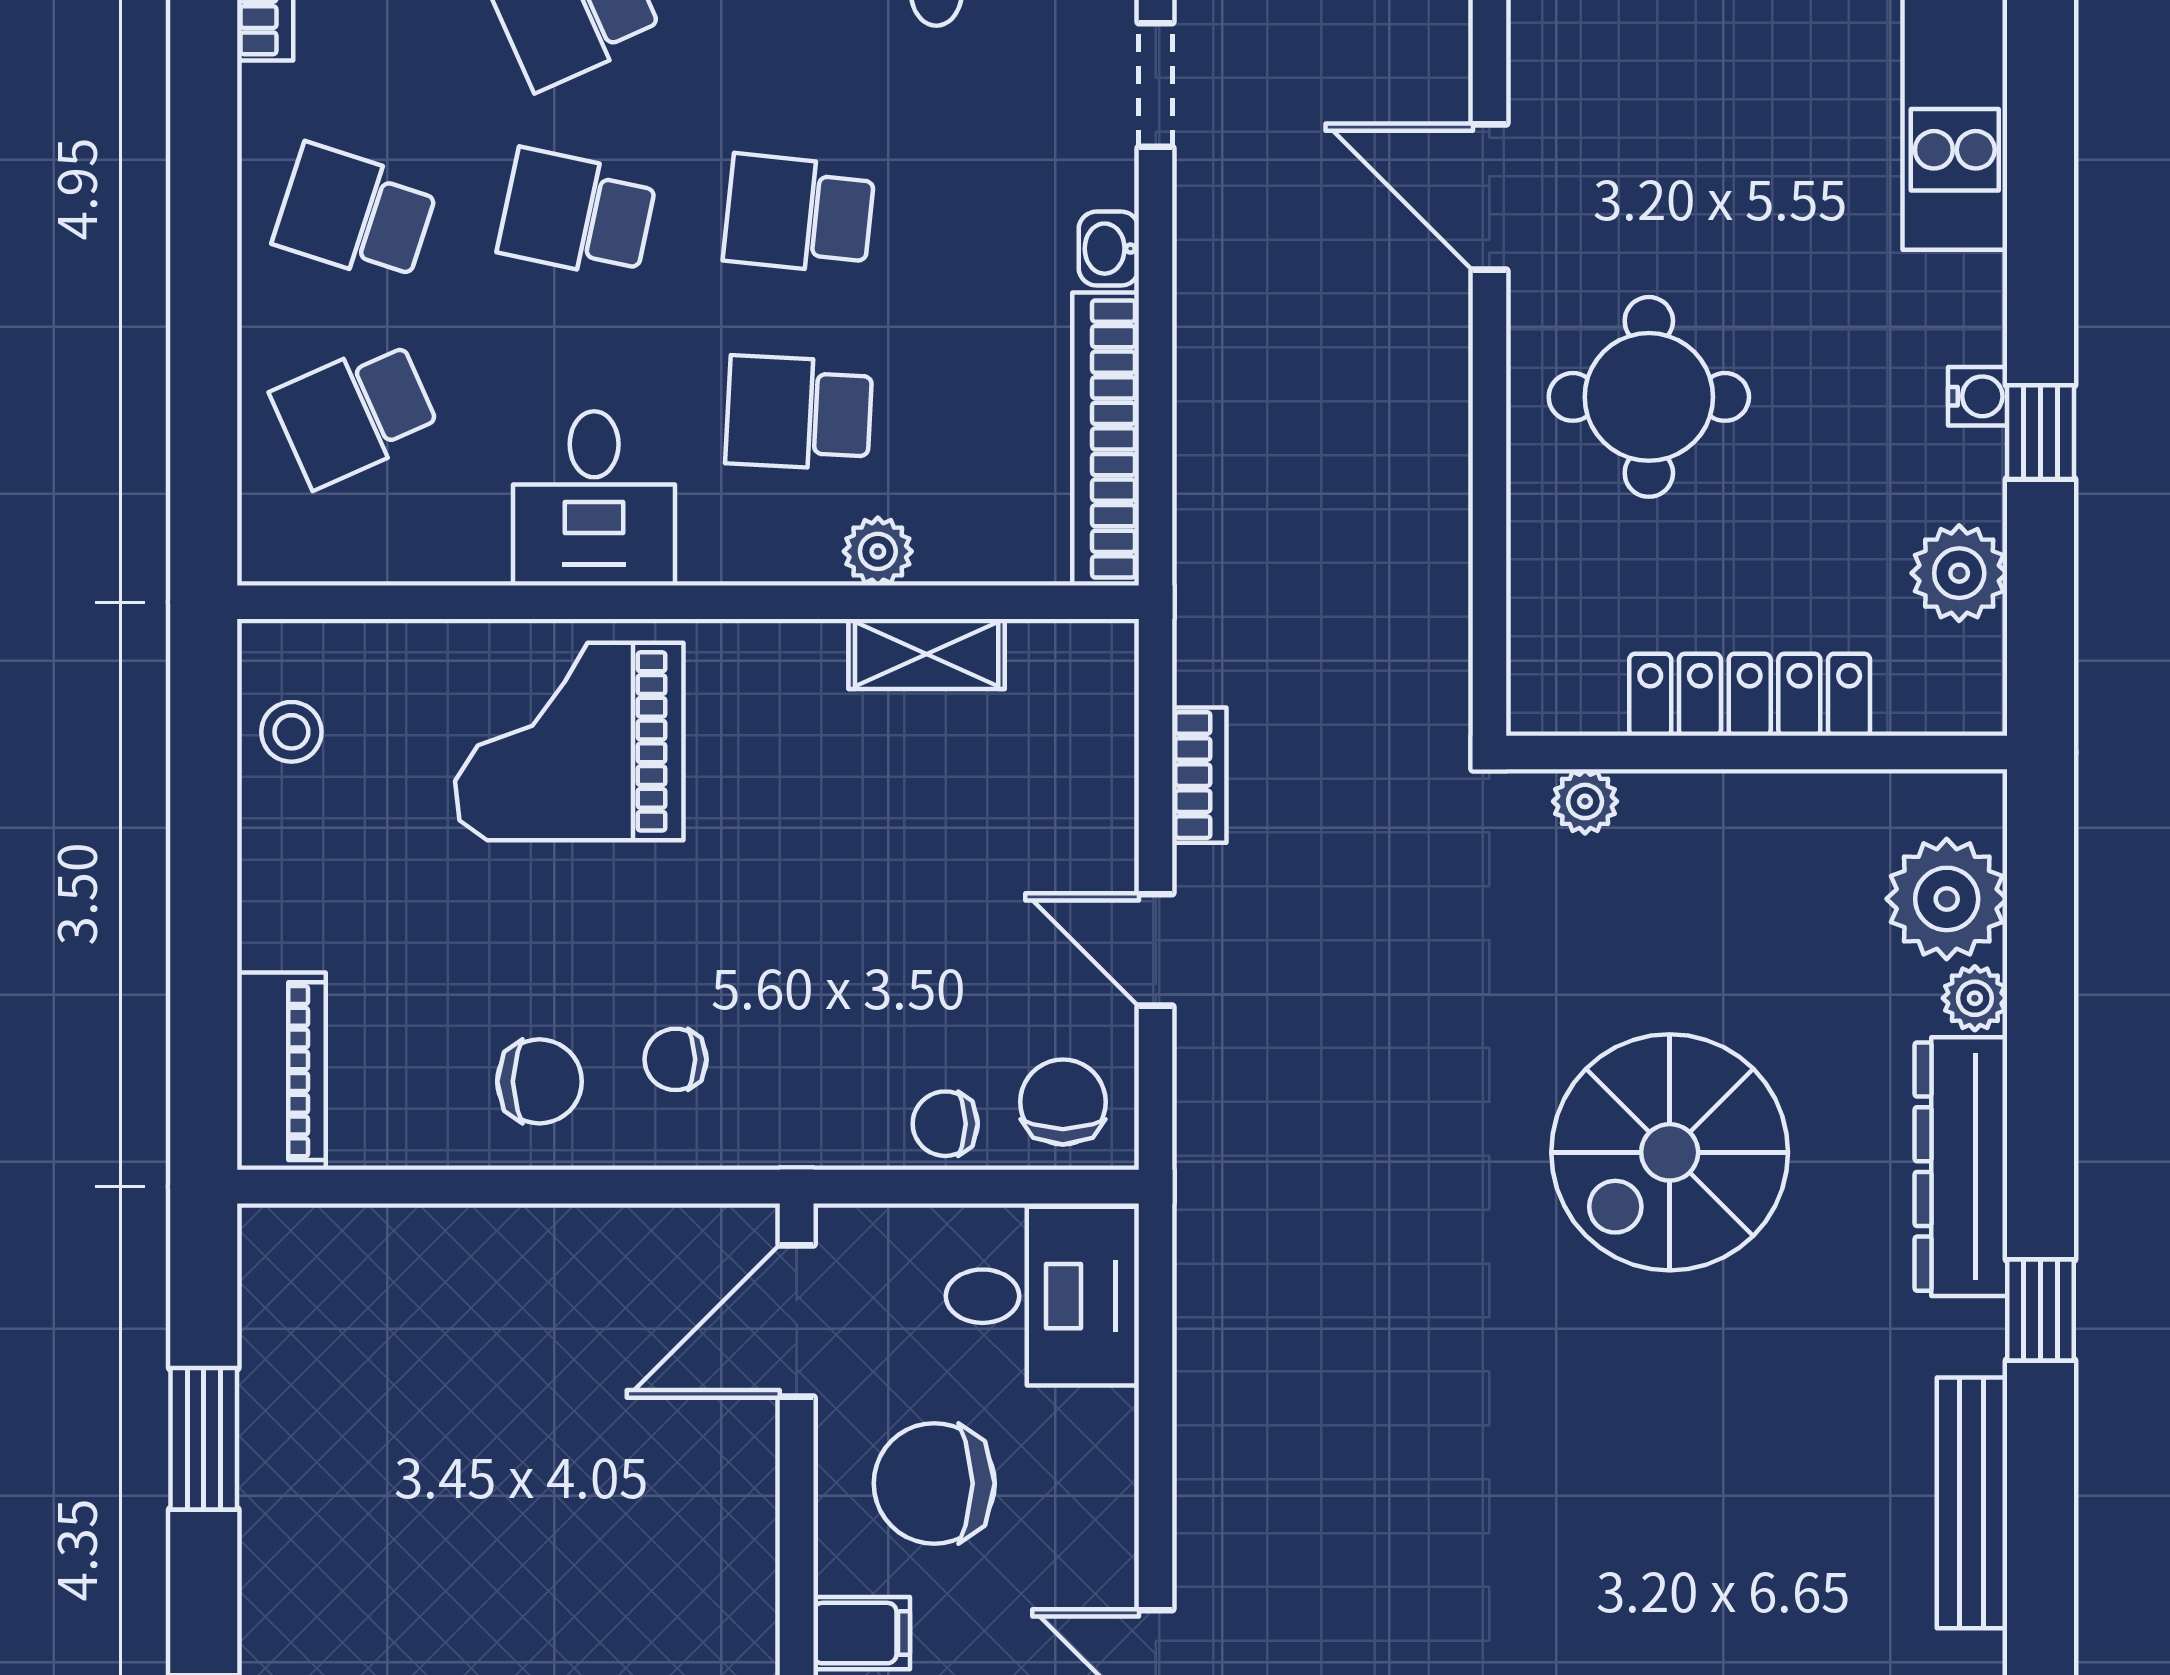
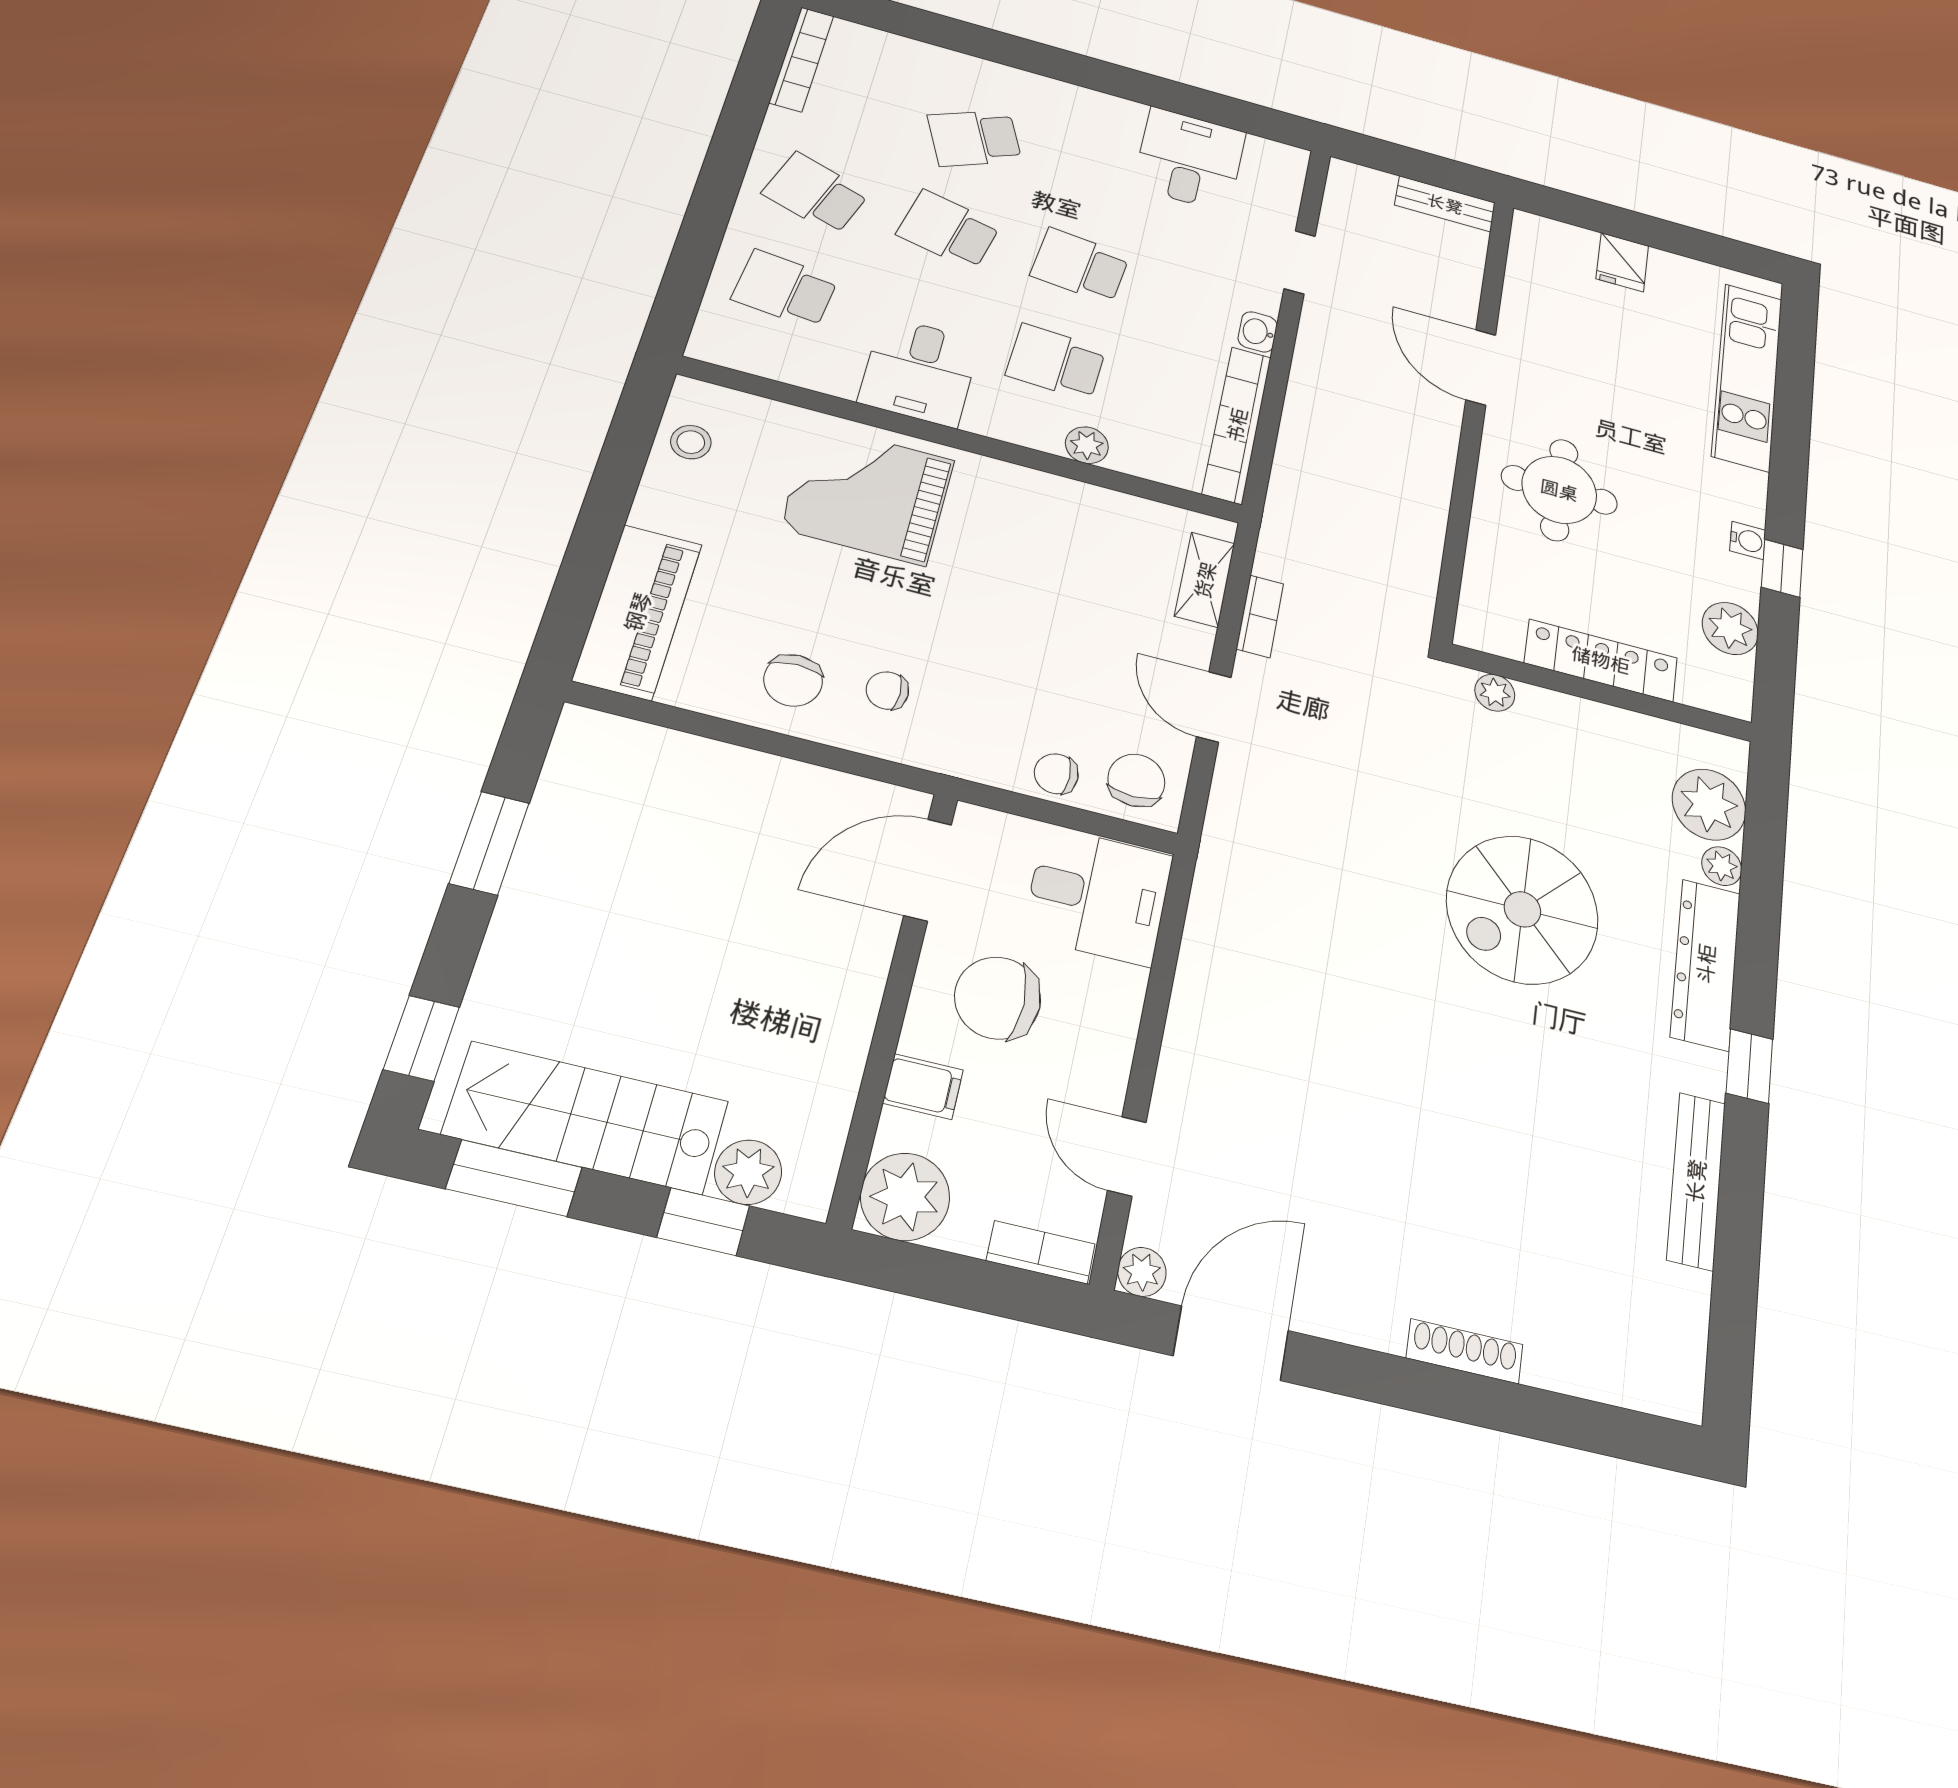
school desk: (355, 413) -> (785, 289), turned 30
shelving: (927, 654) -> (1205, 580), moved, turned 90
piano: (281, 1071) -> (638, 612), width x1.37, depth x1.33
chair: (539, 1081) -> (793, 680), turned 90

